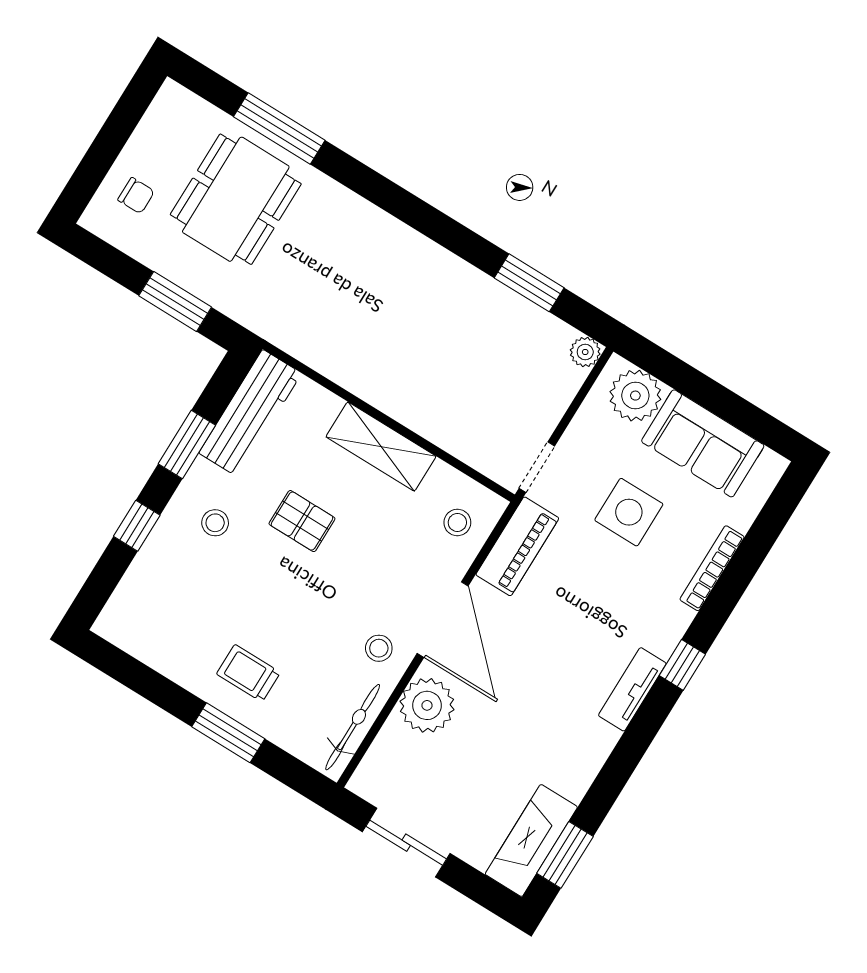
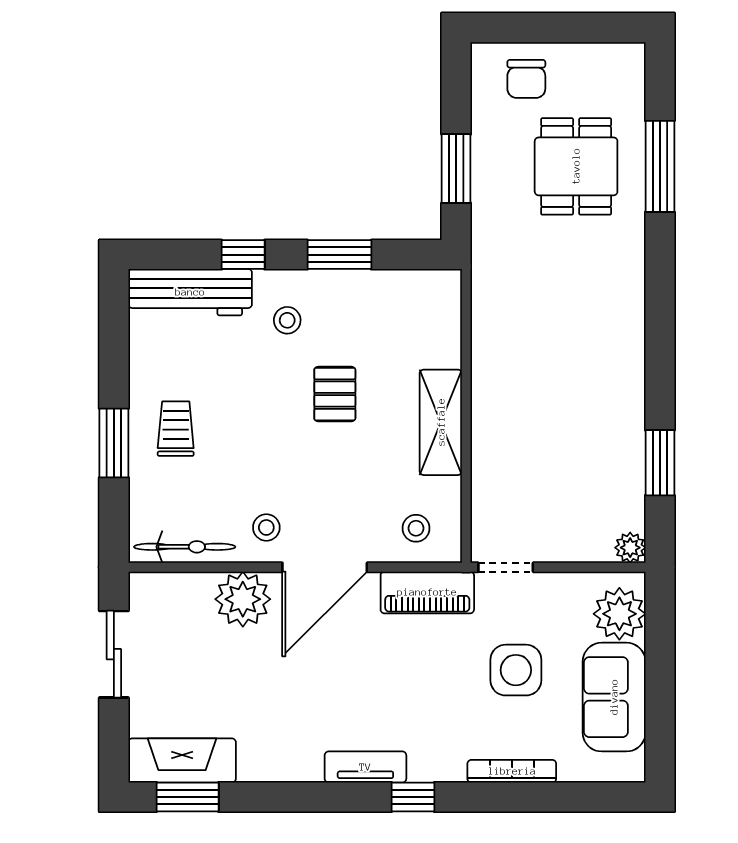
chair: (136, 196) -> (526, 79), width x1.37, depth x1.37
dining table: (236, 199) -> (576, 166), width x0.73
workbench: (250, 413) -> (190, 292), moved

